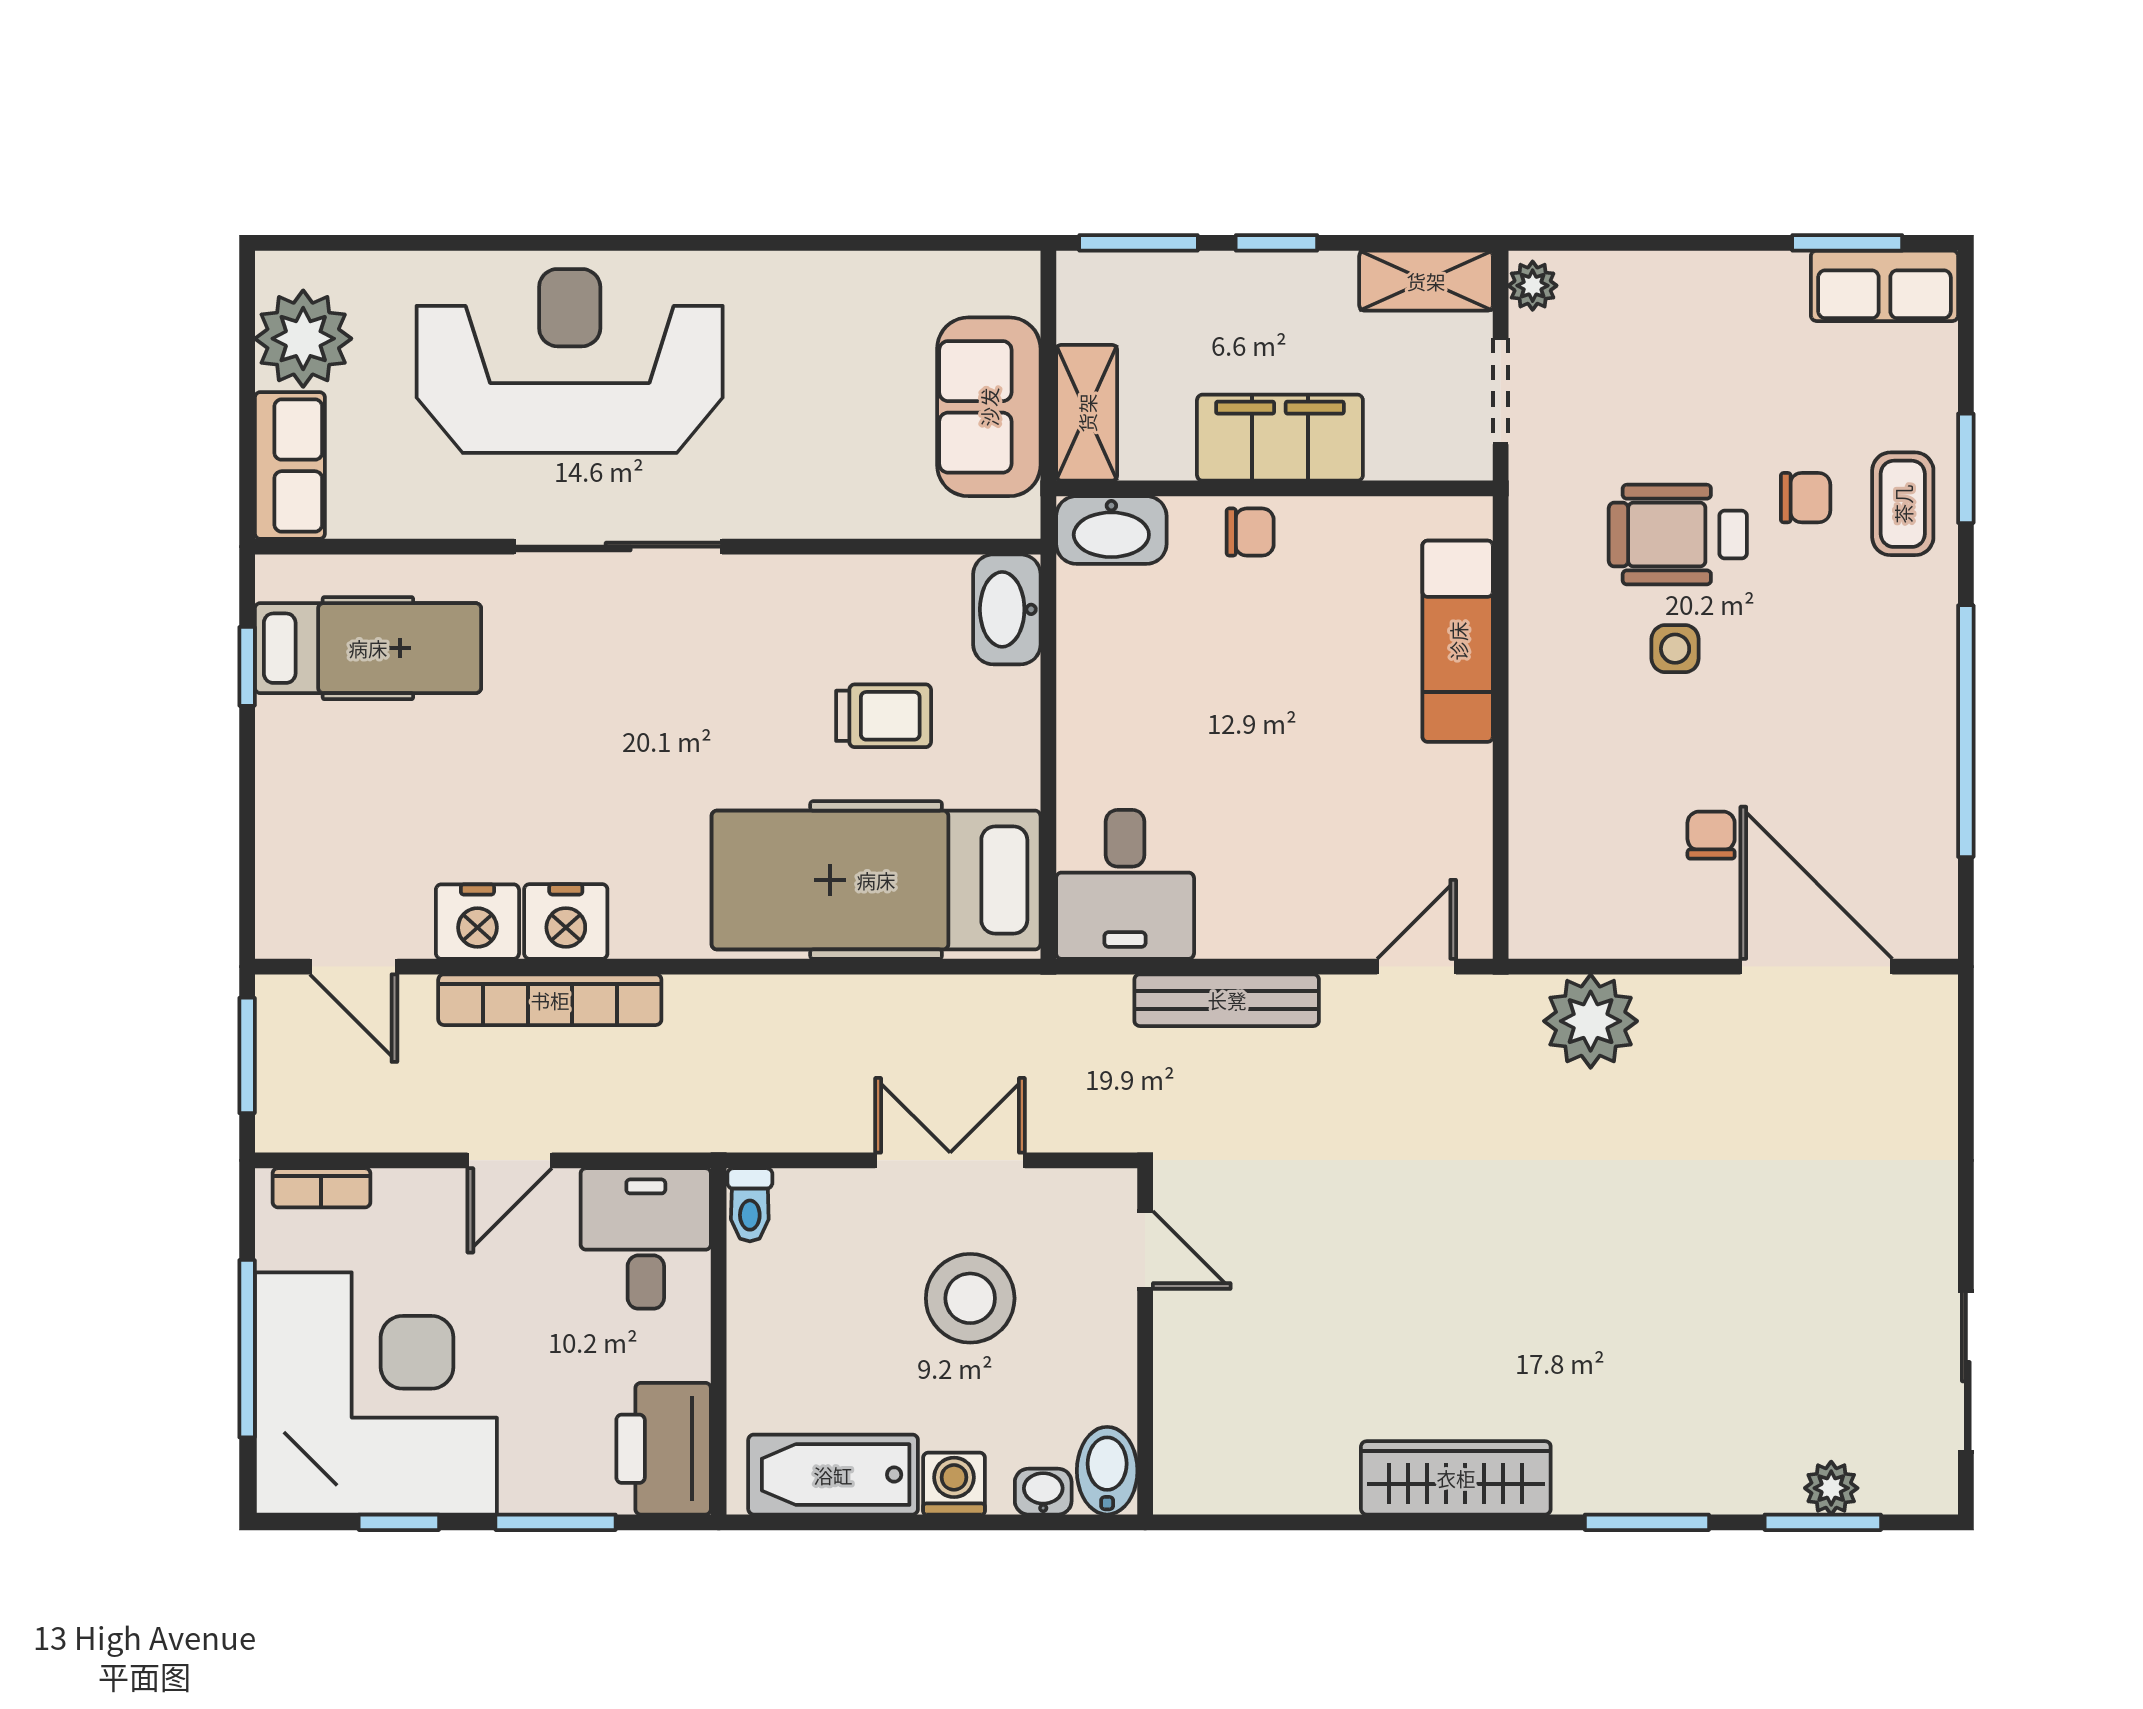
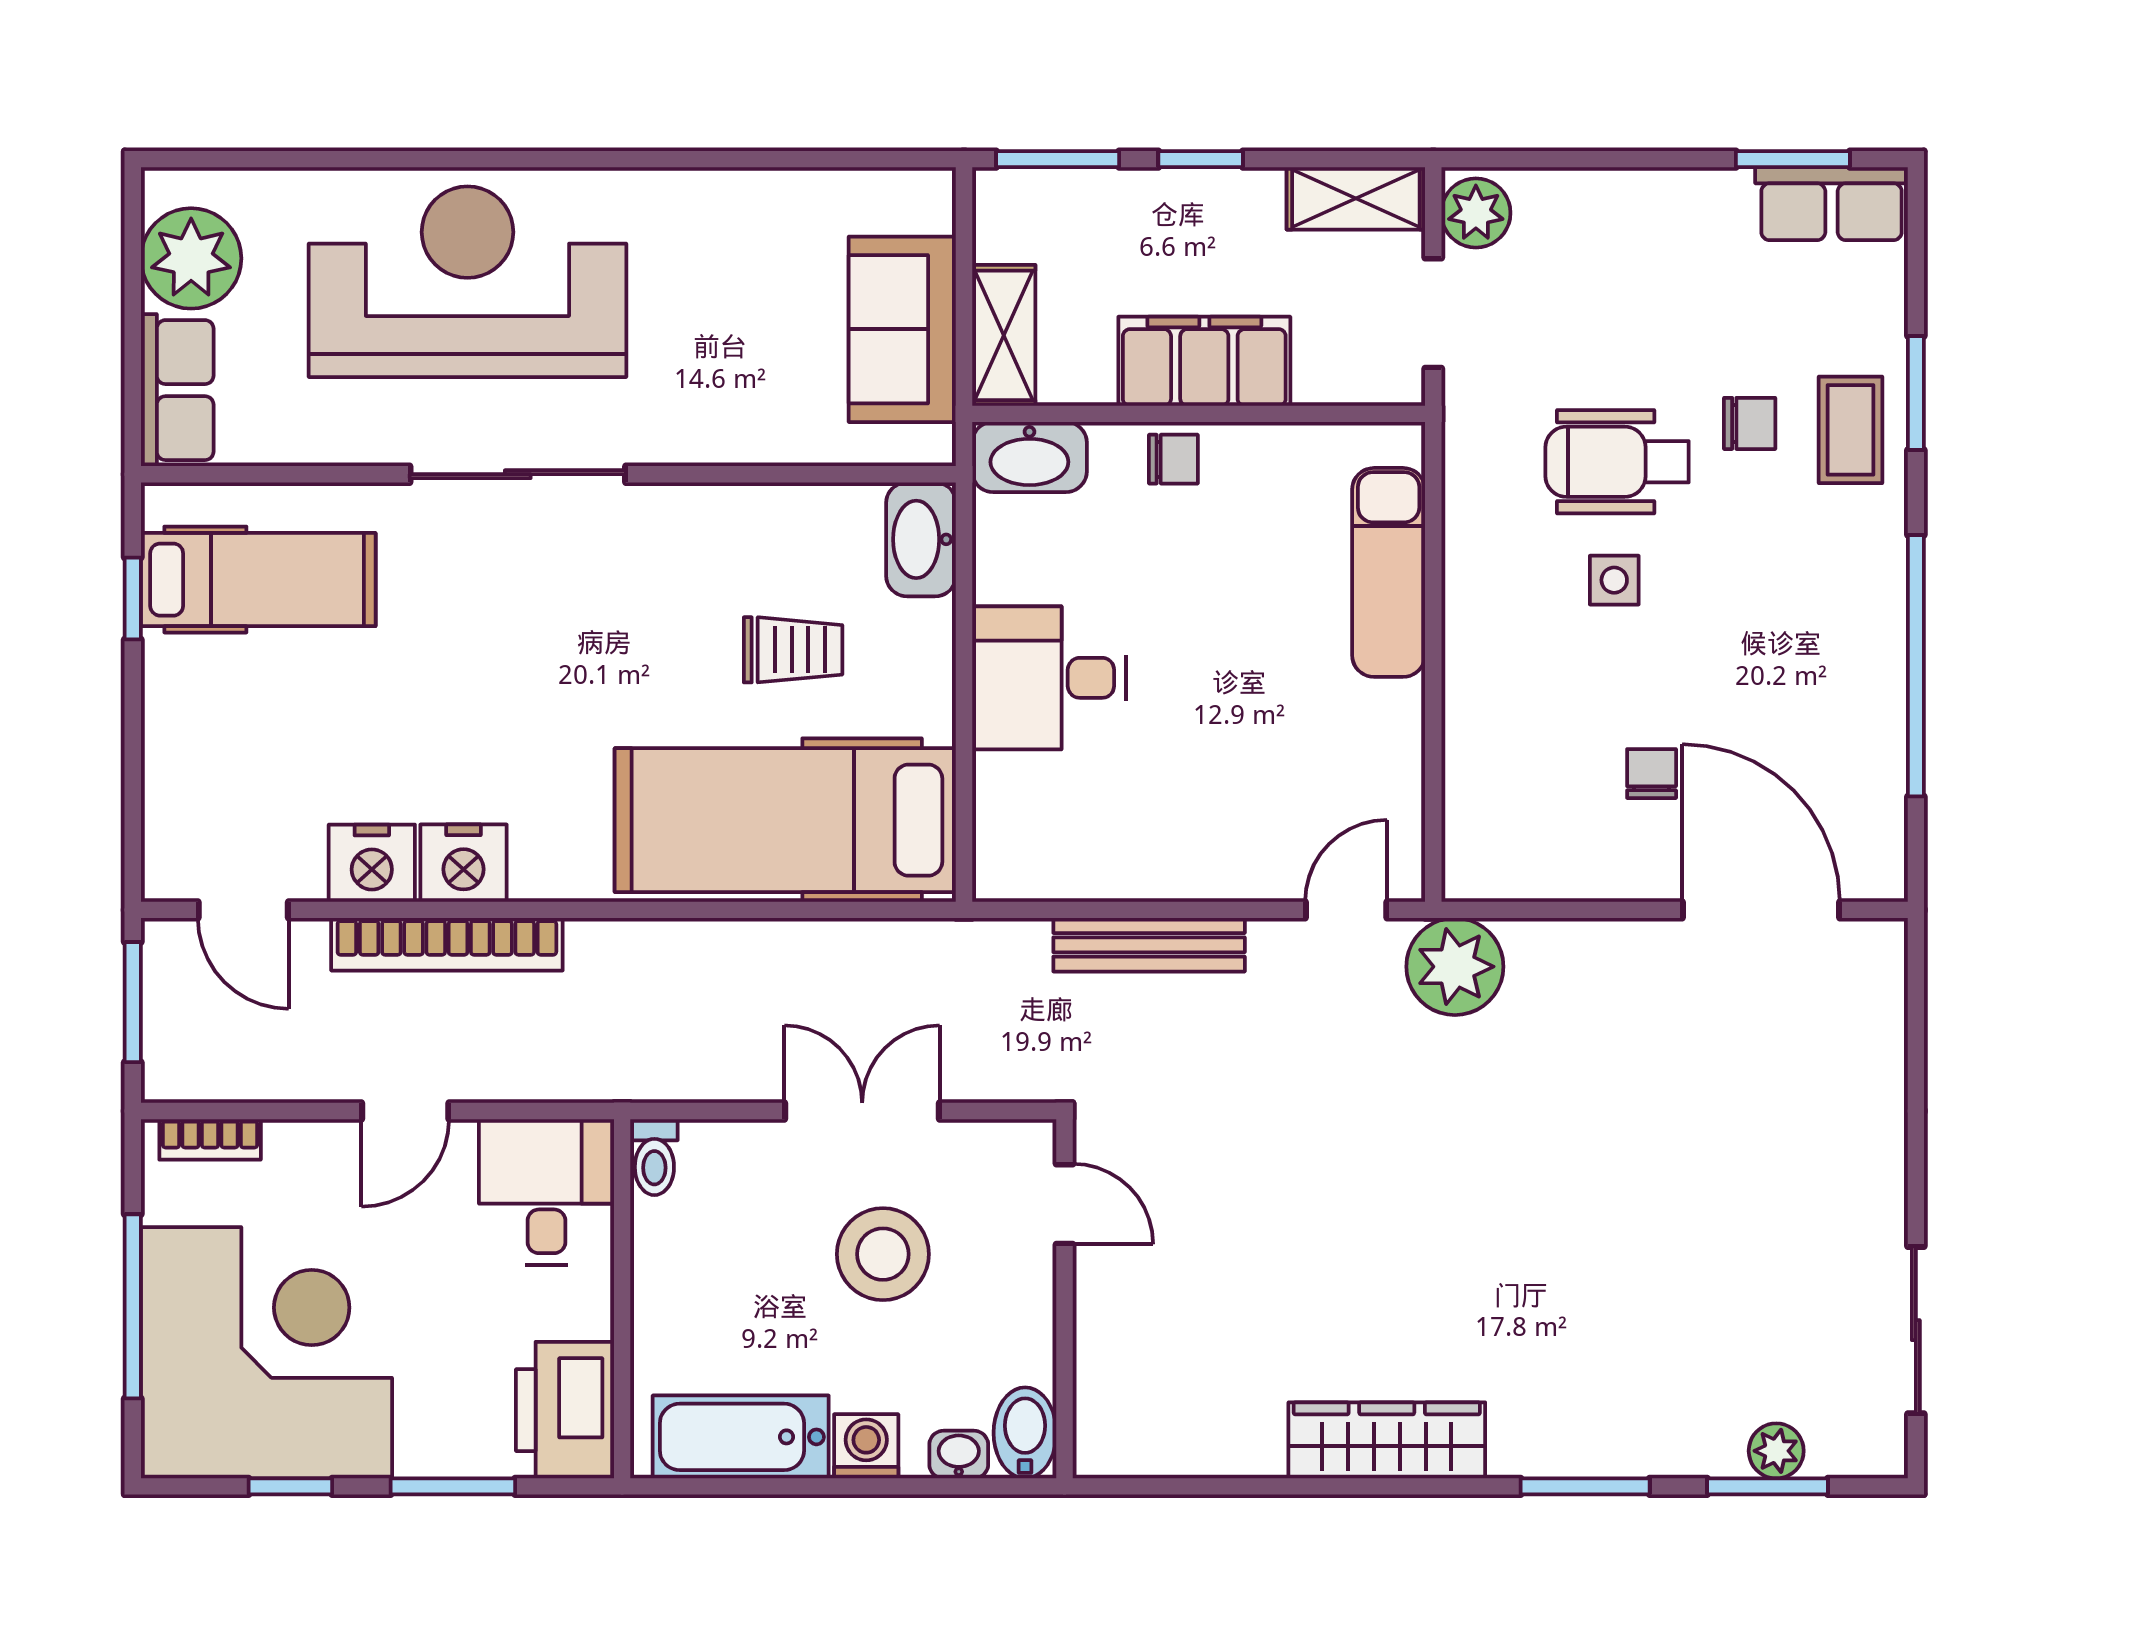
plant: (1533, 286) -> (1476, 213), width x1.38, depth x1.38
desk: (1125, 884) -> (1049, 678), moved, turned 90
plant: (1591, 1021) -> (1455, 967), moved

